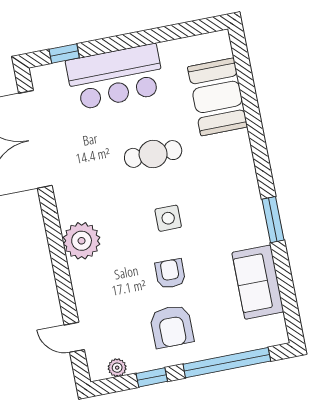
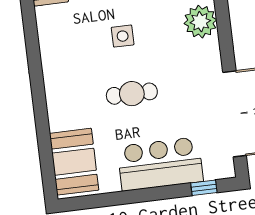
booth: (217, 97) -> (74, 162), moved
window: (273, 220) -> (30, 28), removed

